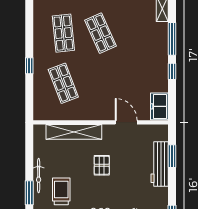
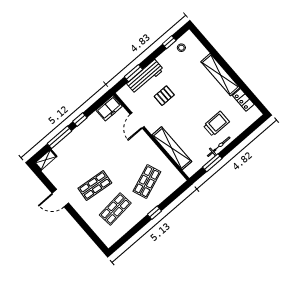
shop shelf: (101, 33) -> (95, 186), turned 30
pallet: (102, 165) -> (164, 96), moved
trolley: (61, 191) -> (216, 124), turned 180
window: (29, 193) -> (212, 163), moved

